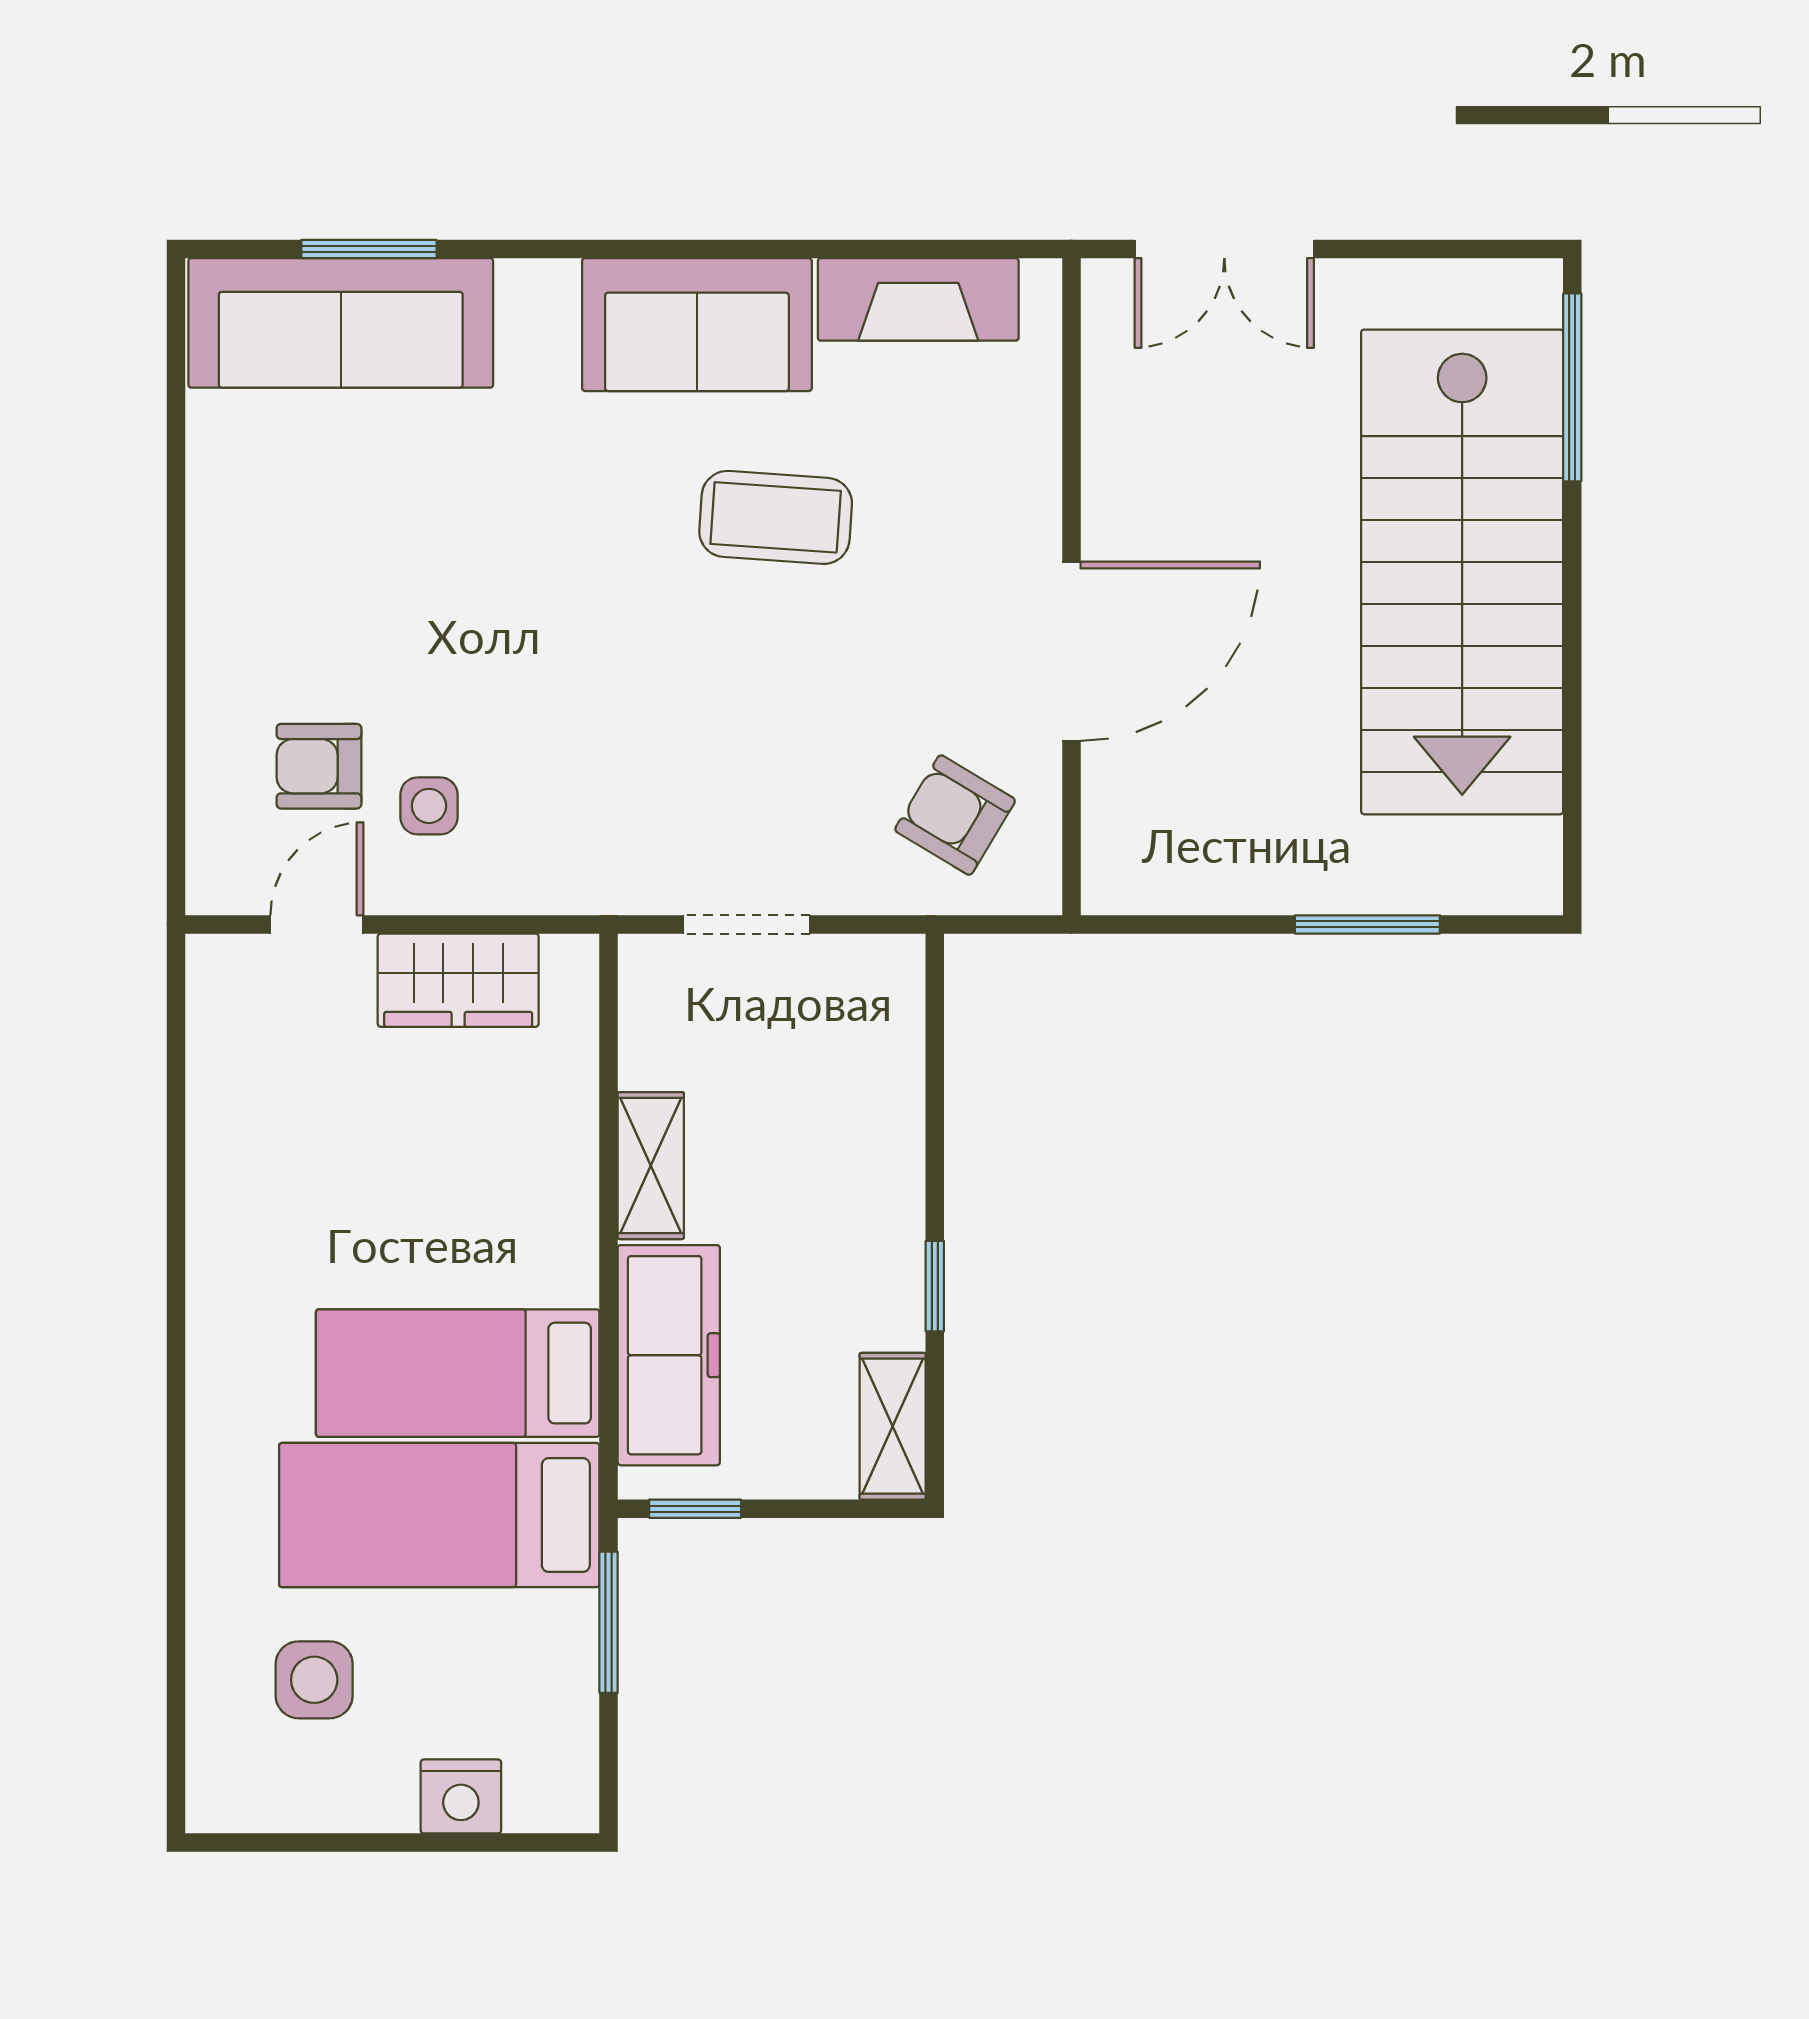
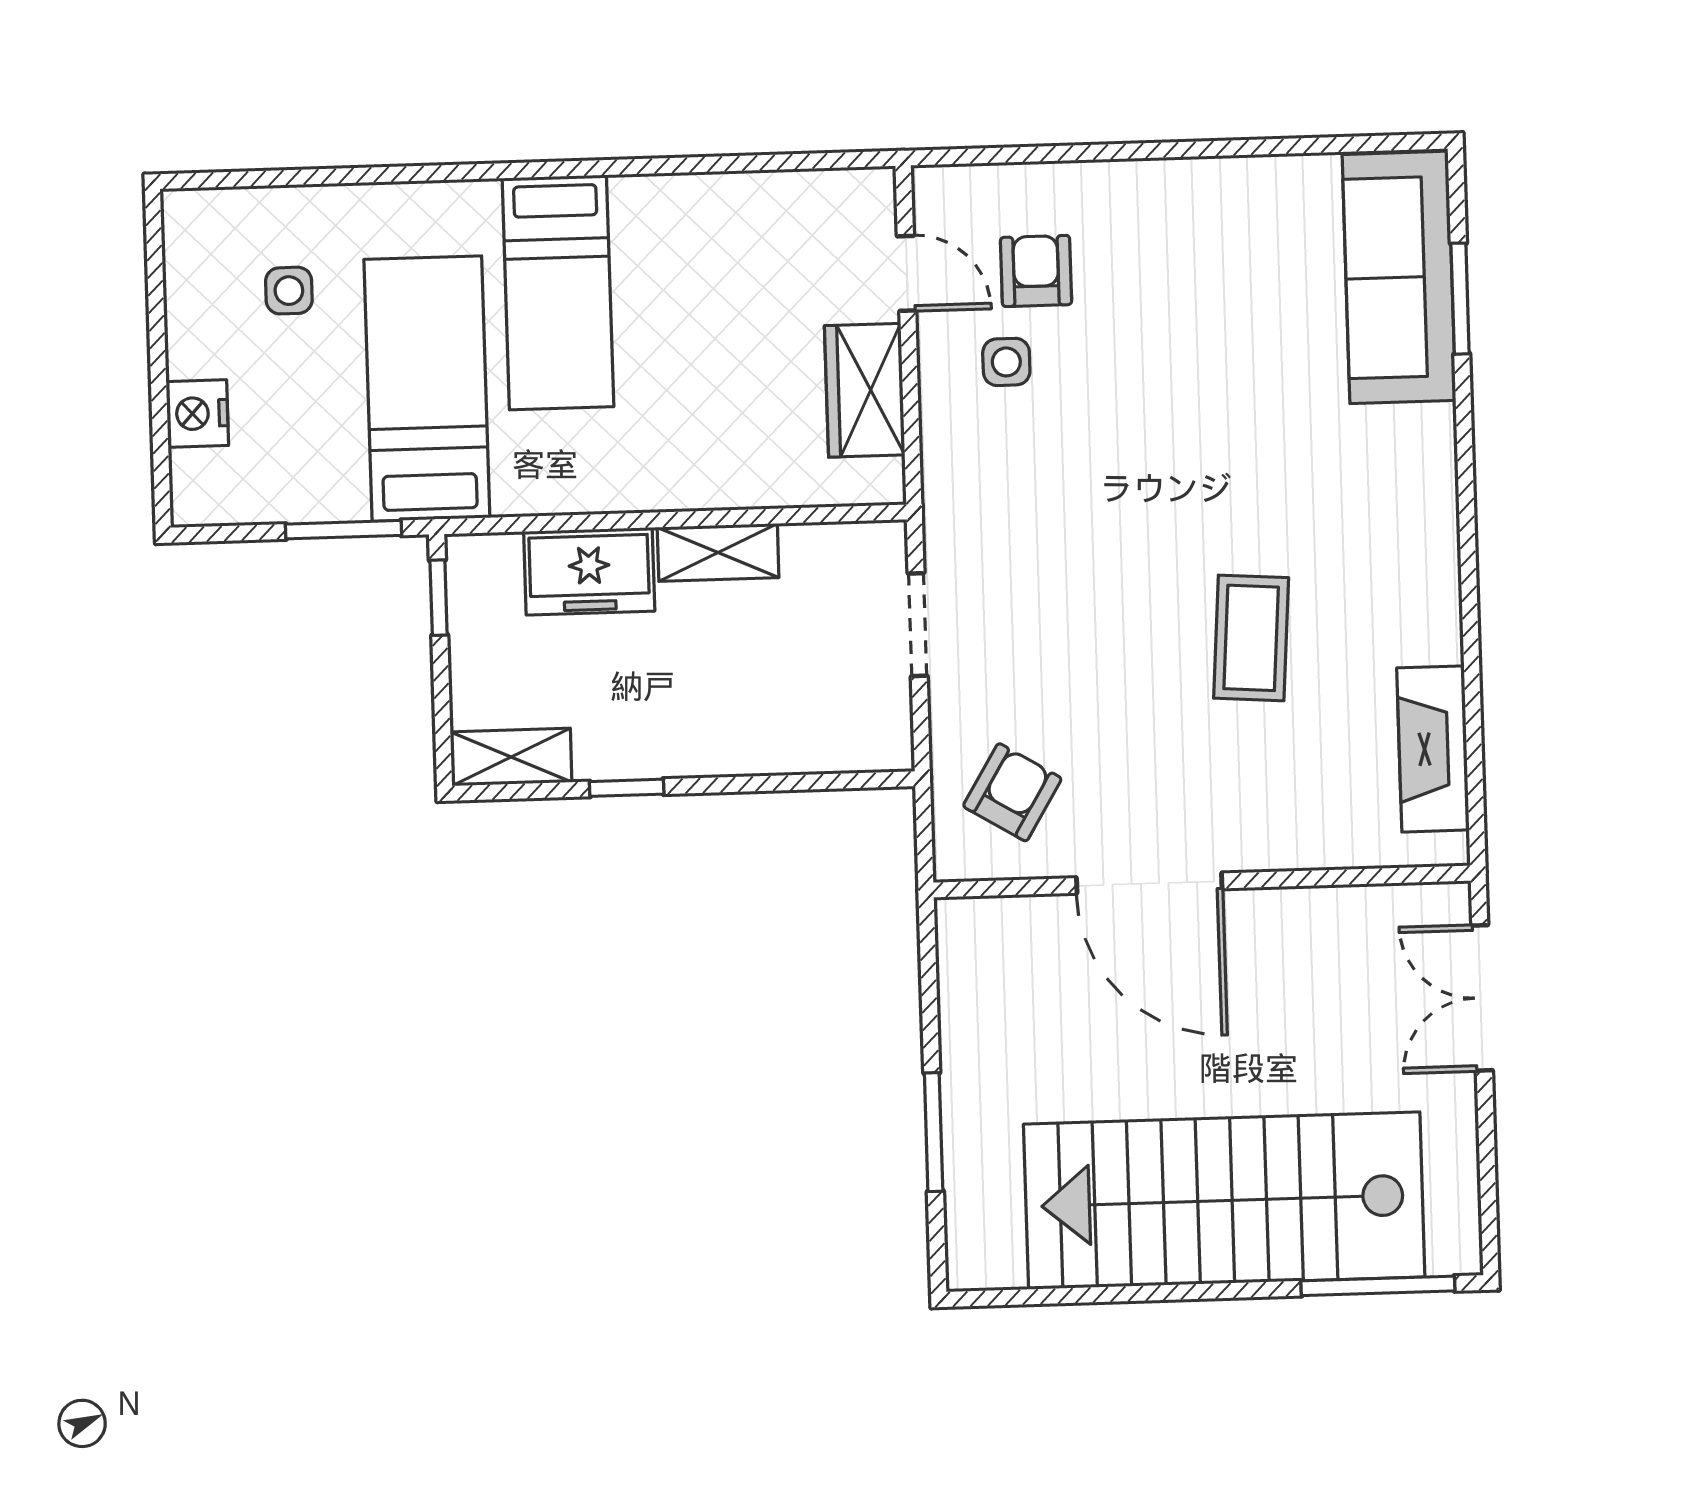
sofa: (697, 325) -> (1407, 569), removed
freezer: (669, 1355) -> (589, 571), width x0.71
bed: (458, 1373) -> (558, 292), moved, turned 180
side table: (314, 1680) -> (289, 291), width x0.73, depth x0.73

